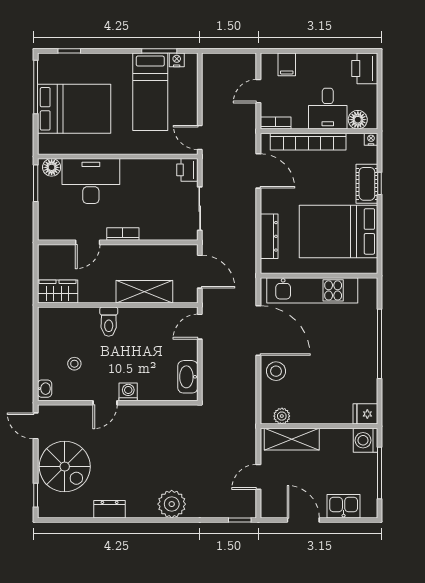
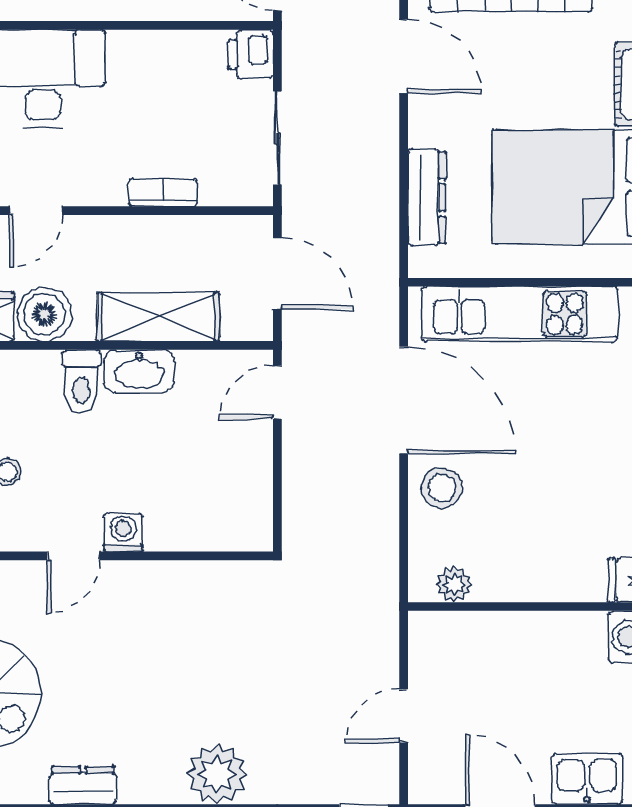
bookcase: (123, 234) -> (163, 193), moved
boiler: (92, 291) -> (44, 314), added
washbasin: (188, 377) -> (139, 371), moved, turned -90
shelving: (292, 439) -> (476, 634), removed

